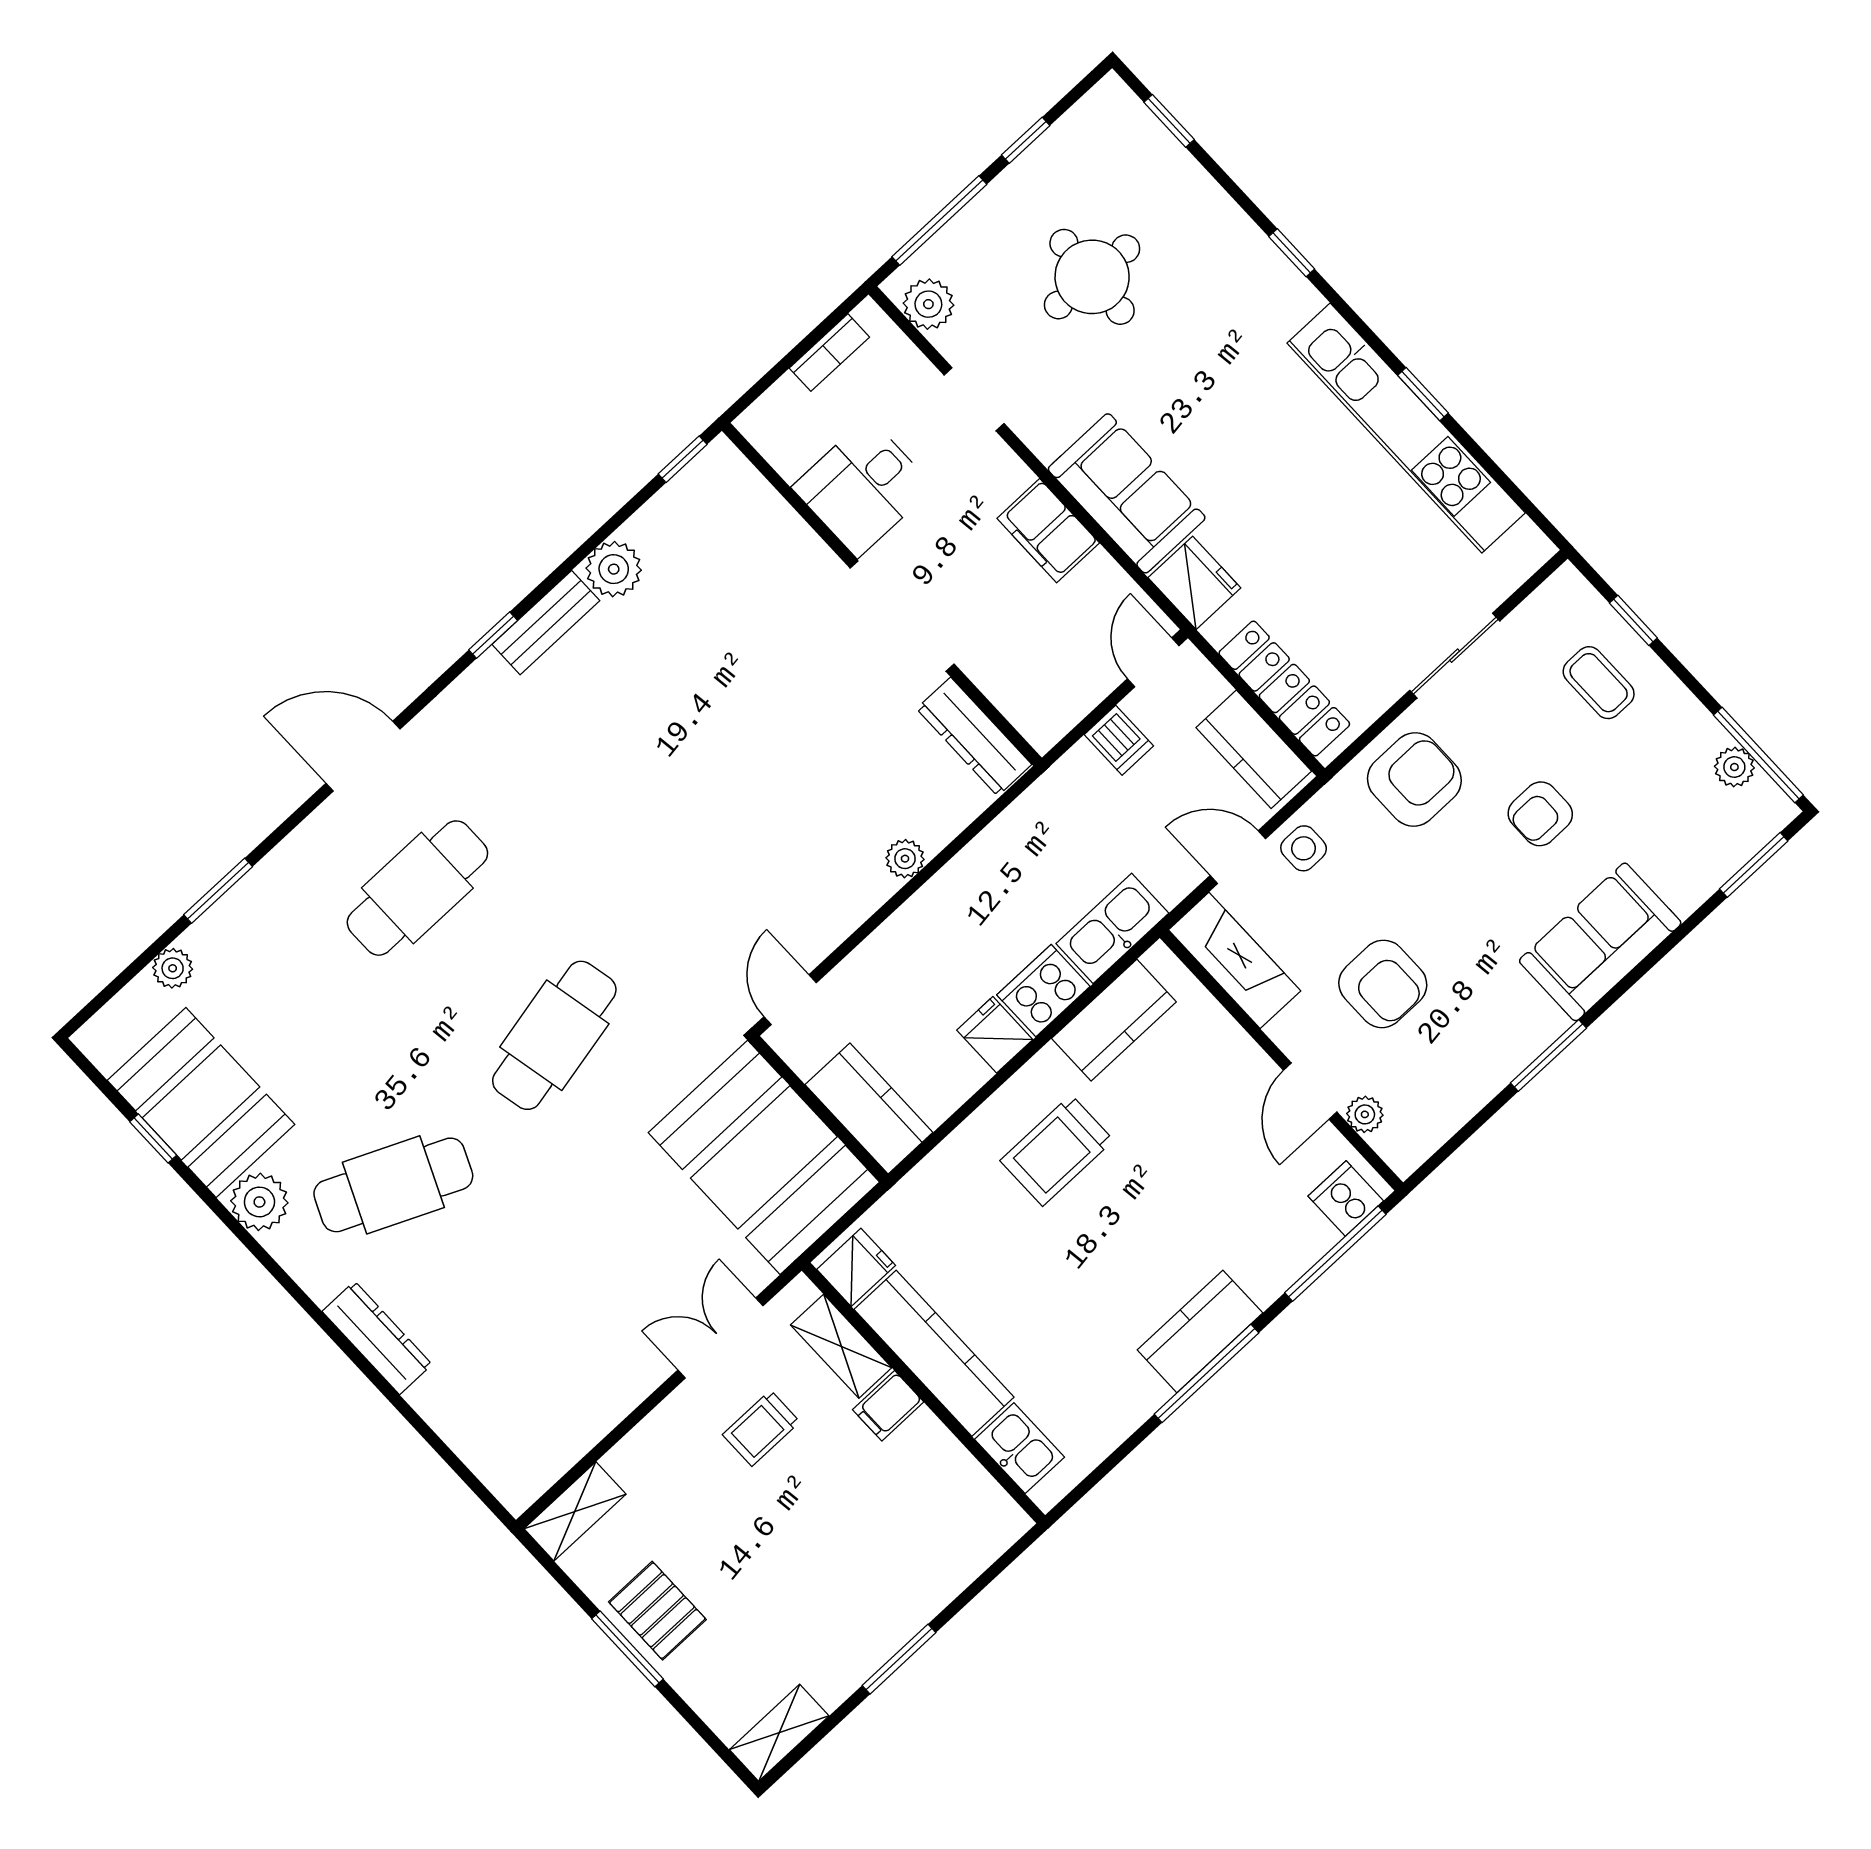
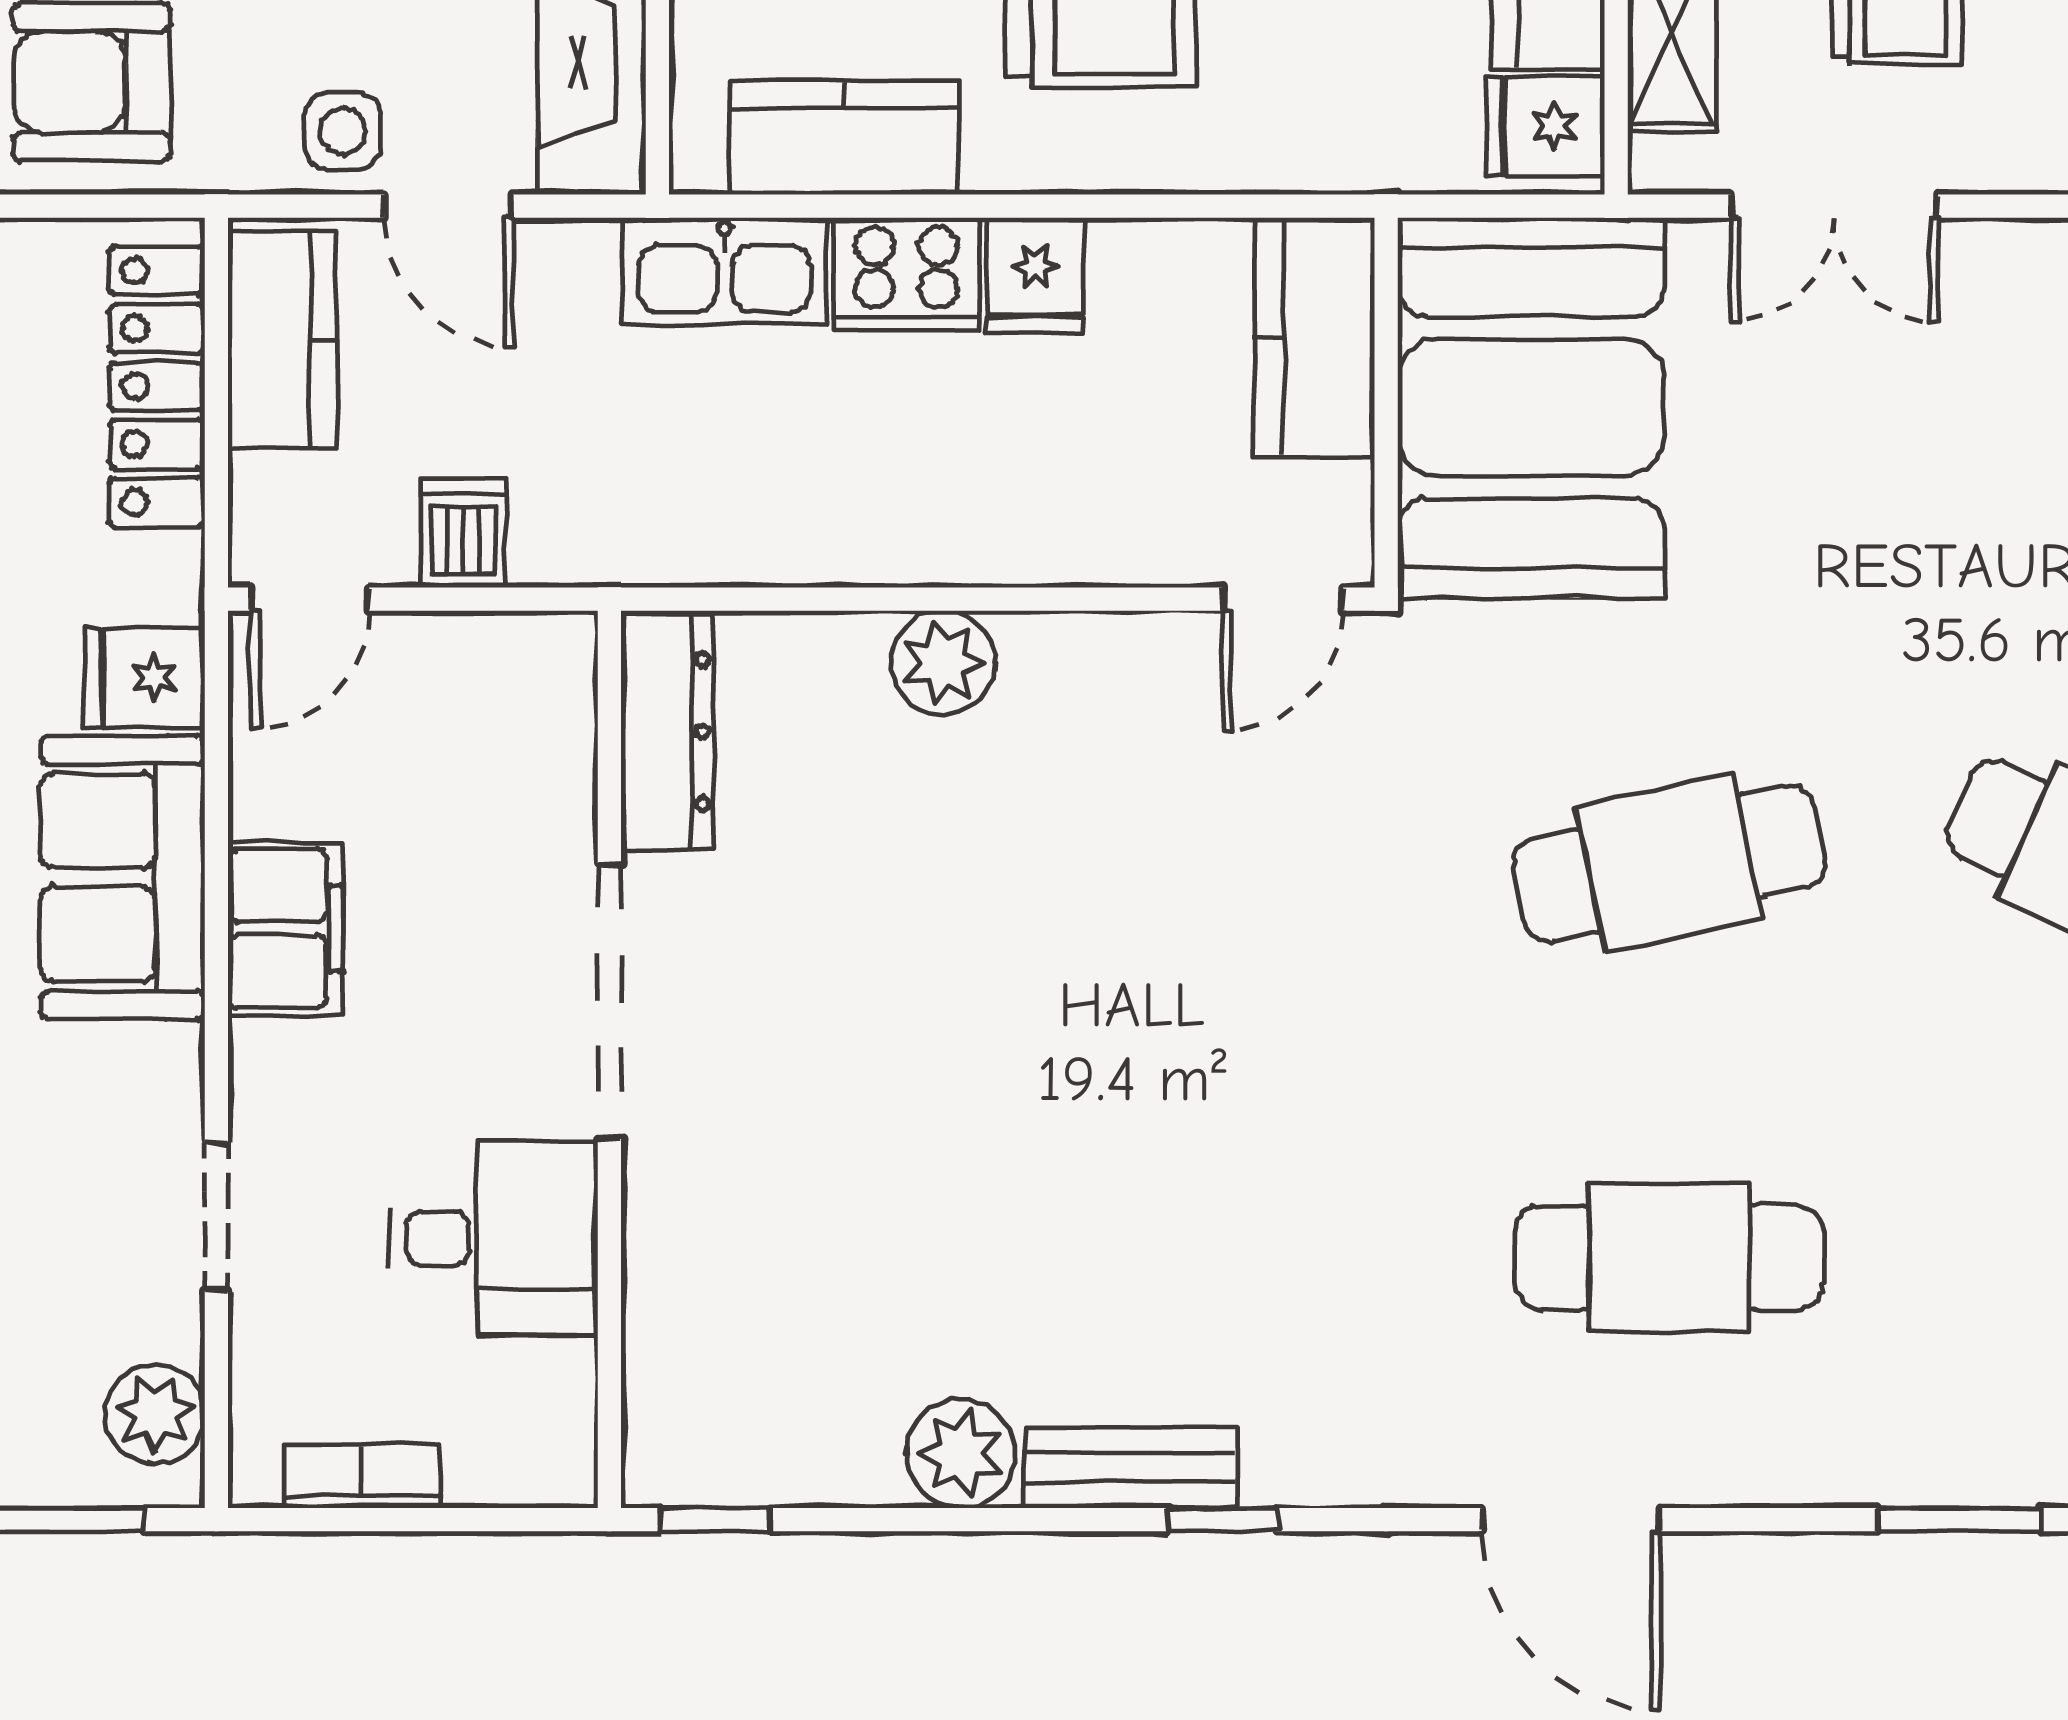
fridge: (1194, 583) -> (145, 678), width x0.72
plant: (905, 859) -> (943, 663), width x1.38, depth x1.38

